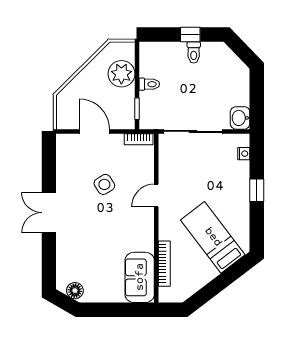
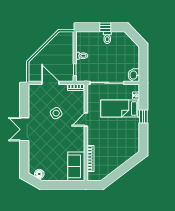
plant: (121, 74) -> (66, 50), removed
bed: (213, 237) -> (120, 109), moved, turned -53

